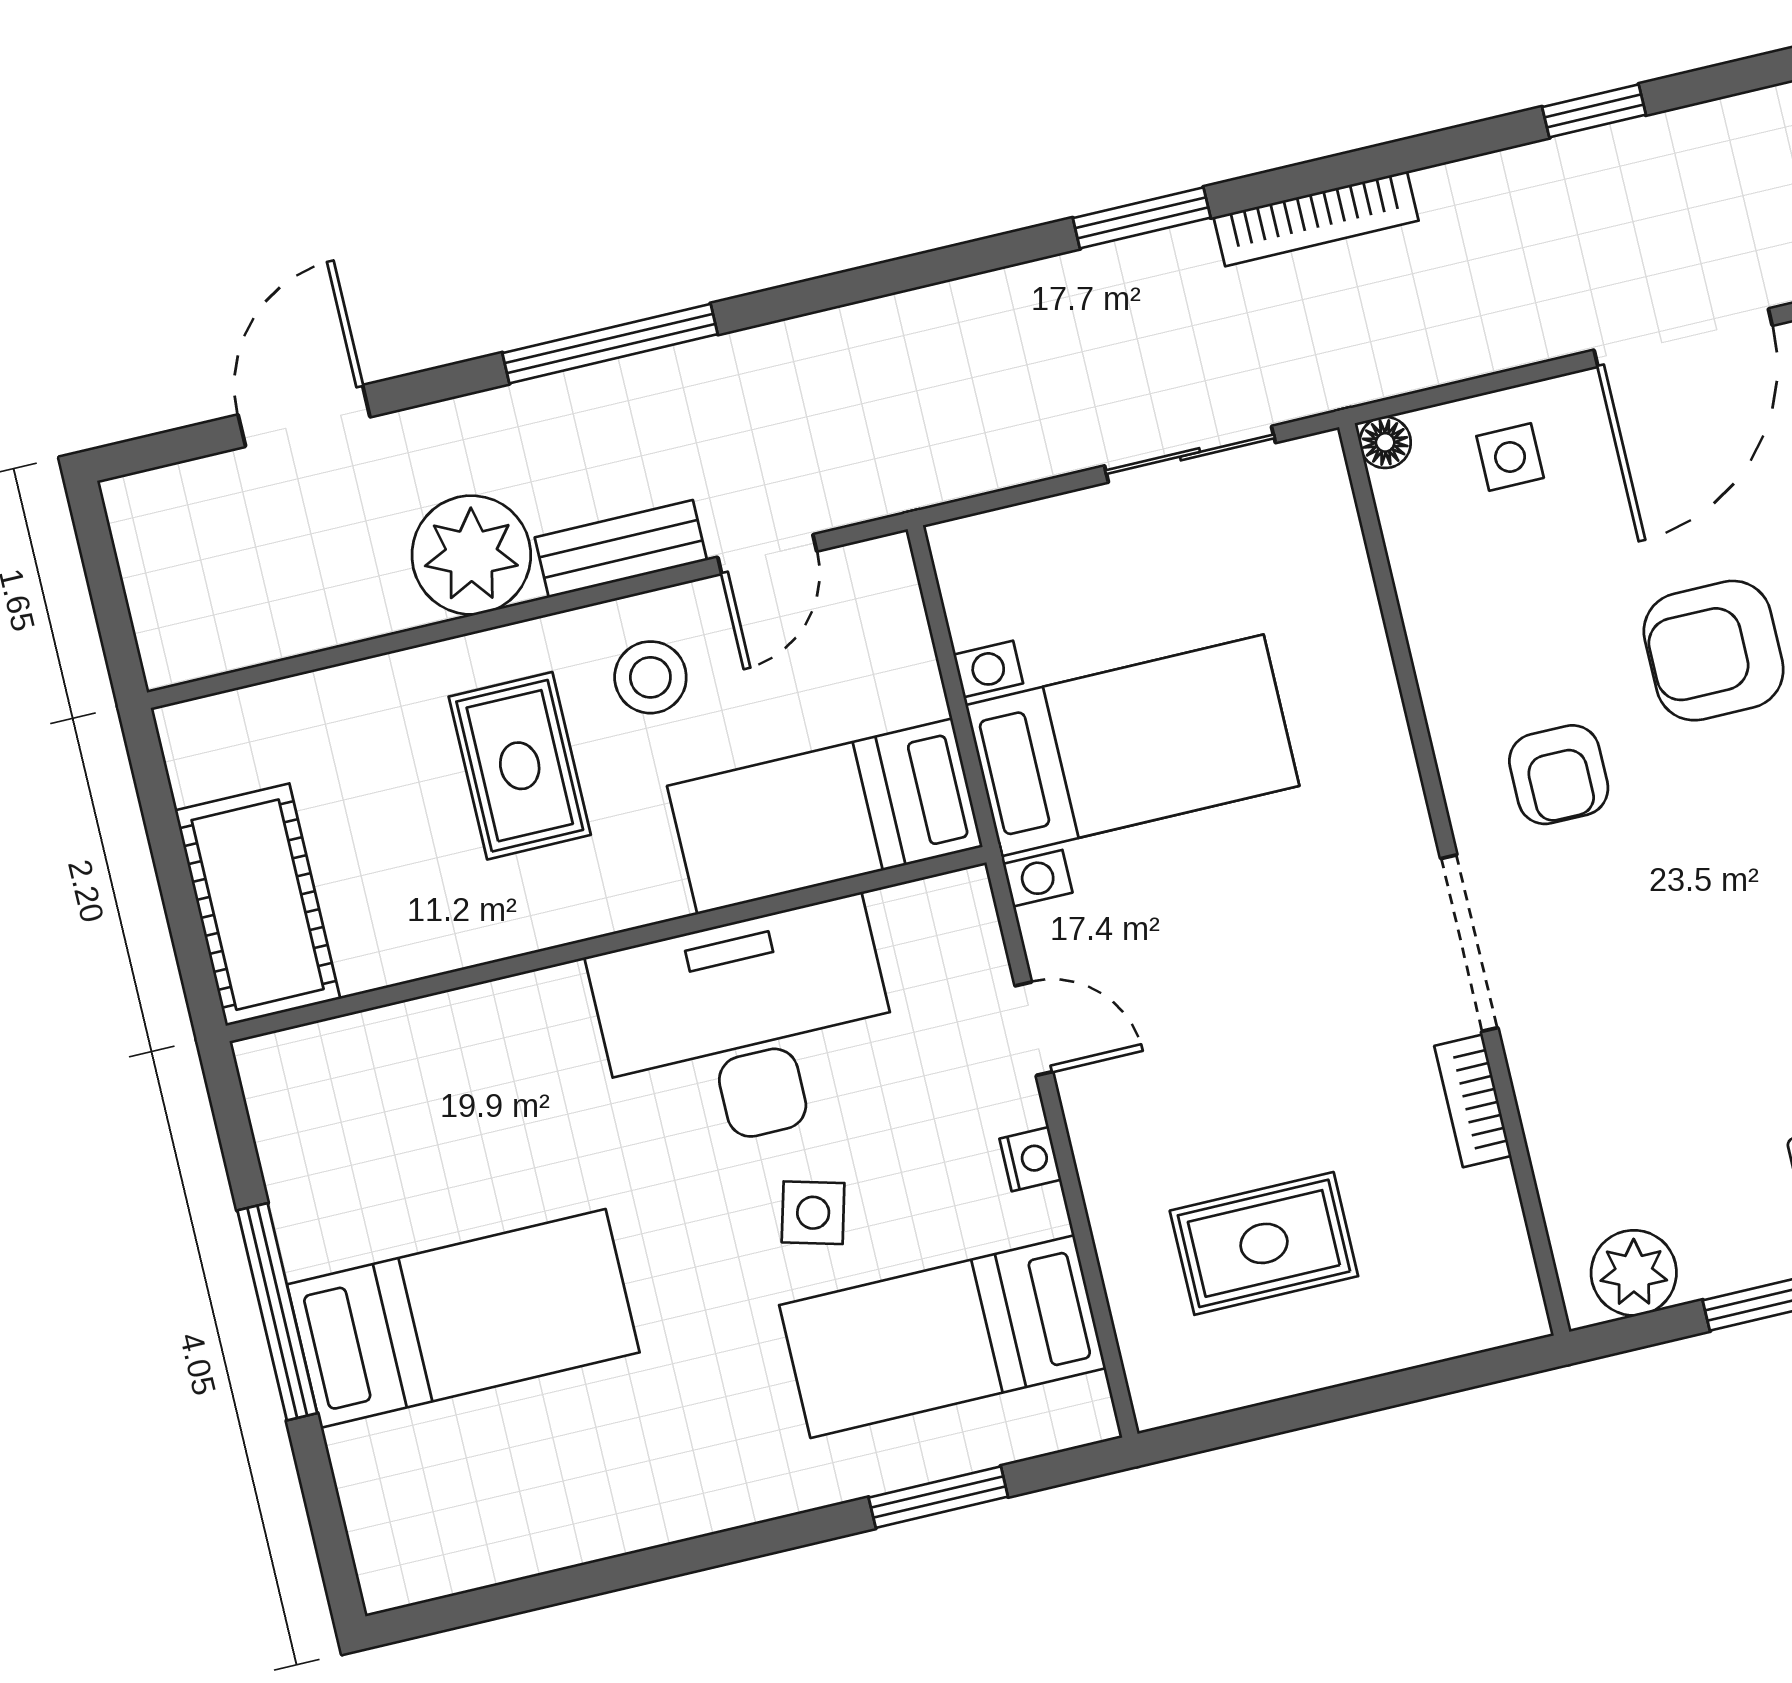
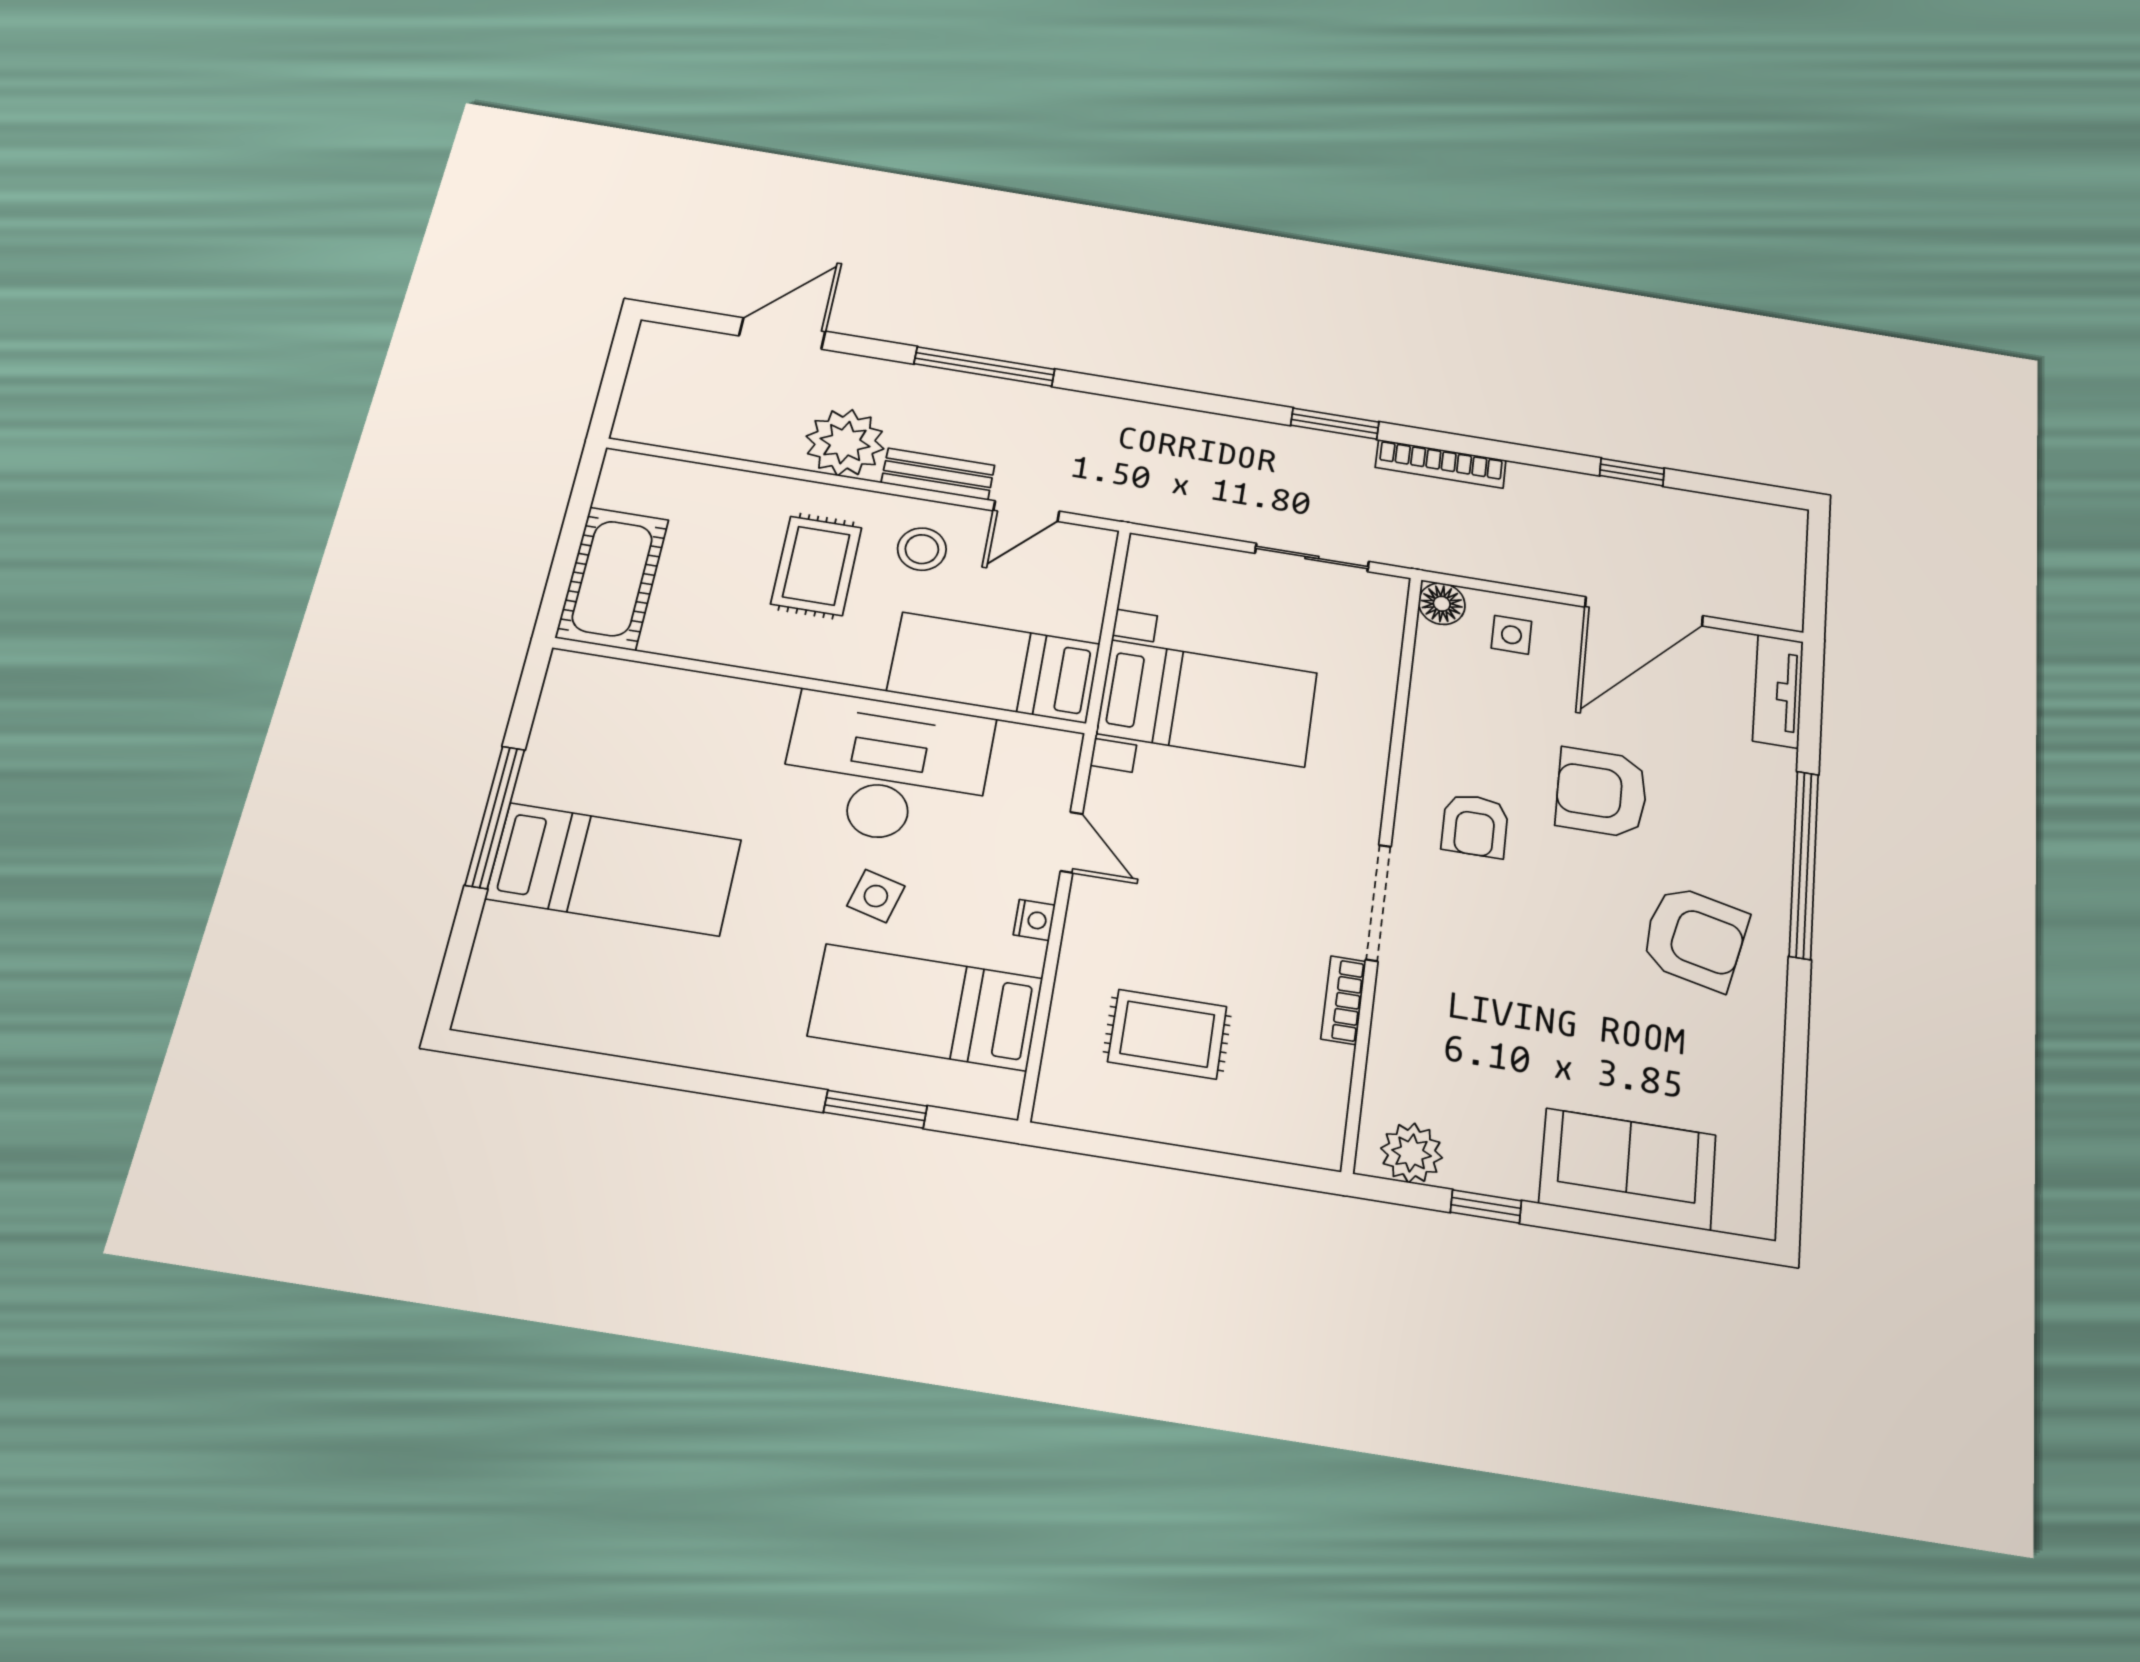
floor lamp: (1385, 442) -> (1442, 604), width x1.37, depth x1.37

